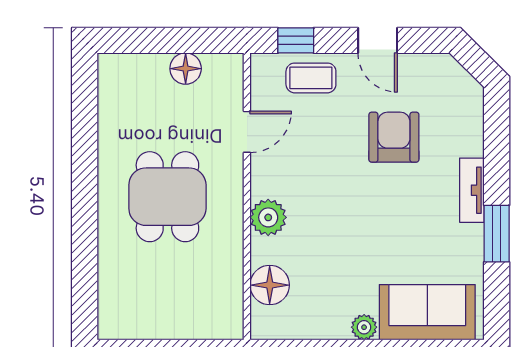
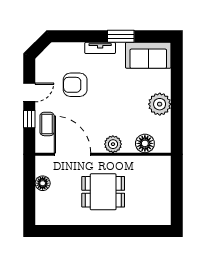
window: (296, 40) -> (29, 119), moved
door: (247, 132) -> (73, 154), width x1.88
sofa: (427, 312) -> (148, 55), moved, turned -90
plant: (364, 327) -> (160, 104), width x1.88, depth x1.88

